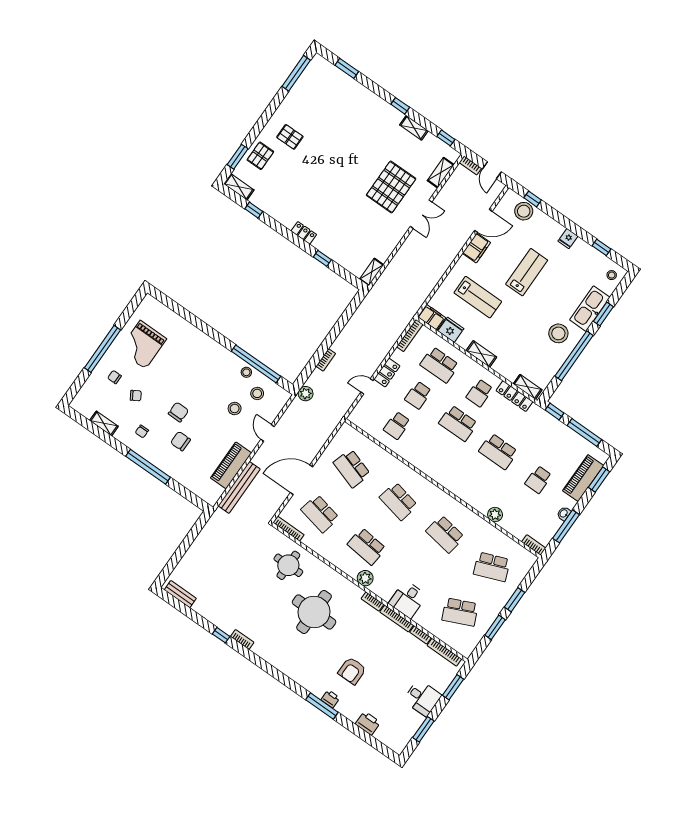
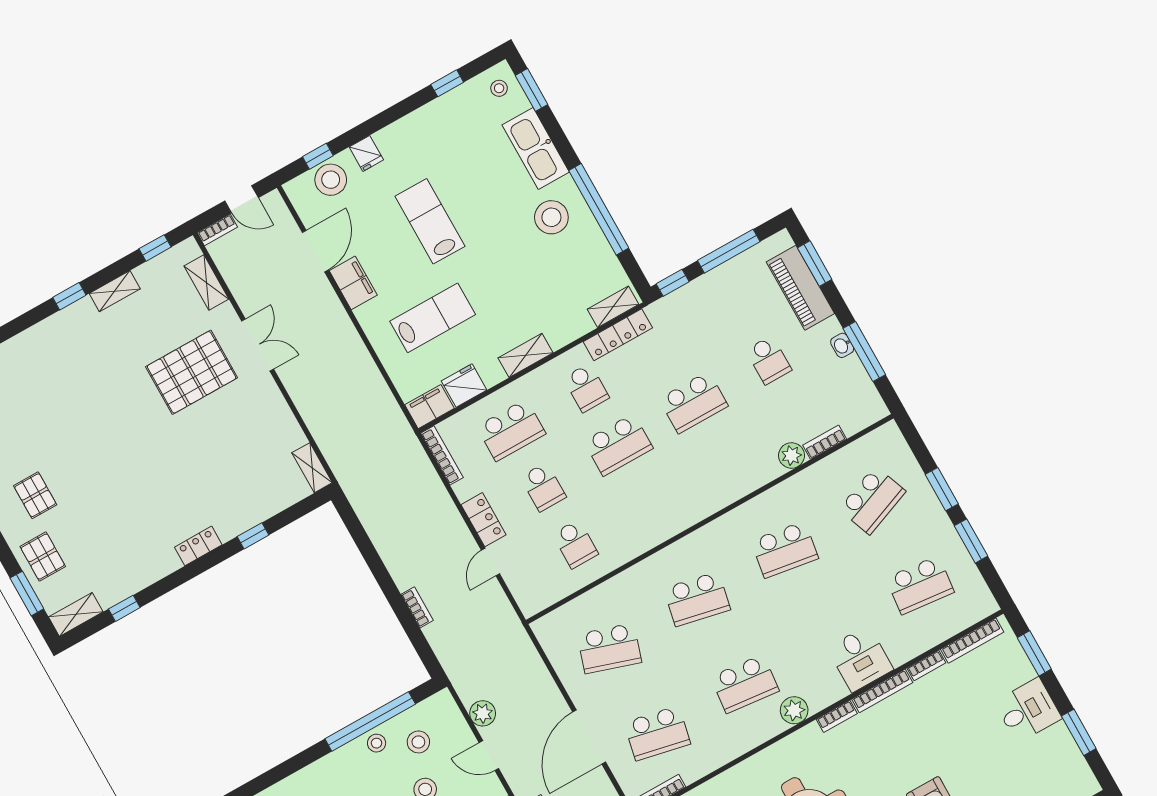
pallet: (290, 137) -> (35, 495), turned 90
pallet: (391, 187) -> (192, 372), turned 90
fridge: (568, 239) -> (366, 153), moved
window: (603, 314) -> (532, 90), moved
plant: (306, 394) -> (483, 713), moved
bookcase: (534, 545) -> (825, 442), moved
school desk: (460, 612) -> (920, 585), turned 30

